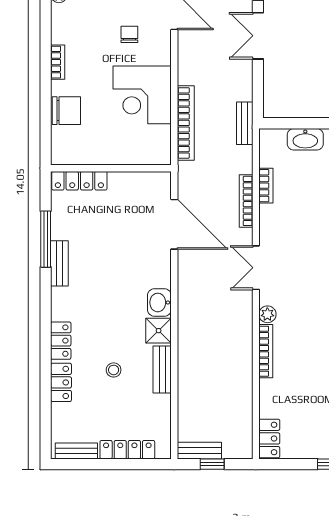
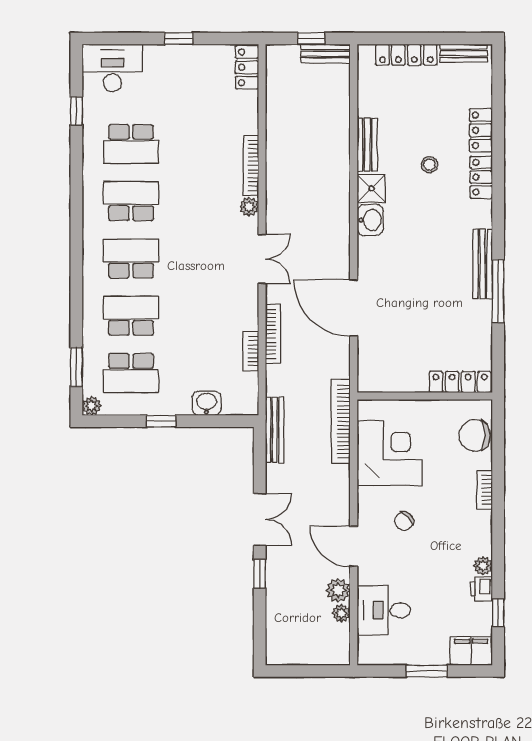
chair: (129, 34) -> (404, 521), turned 46
bench: (245, 123) -> (275, 430), width x1.36
washbasin: (305, 139) -> (207, 403), width x0.72
wall: (111, 168) -> (425, 396), moved
locker: (79, 181) -> (460, 382), moved
bench: (59, 263) -> (483, 264), width x1.36
stool: (114, 370) -> (429, 165), moved

